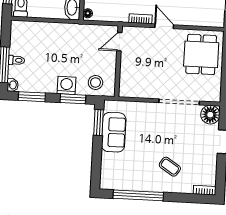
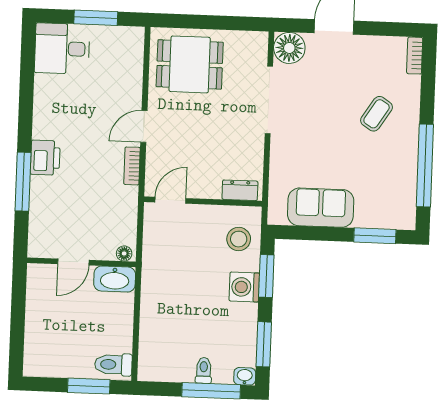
door: (119, 42) -> (170, 200), swing flipped
dresser: (125, 84) -> (240, 190), added
window: (99, 123) -> (375, 236), moved

